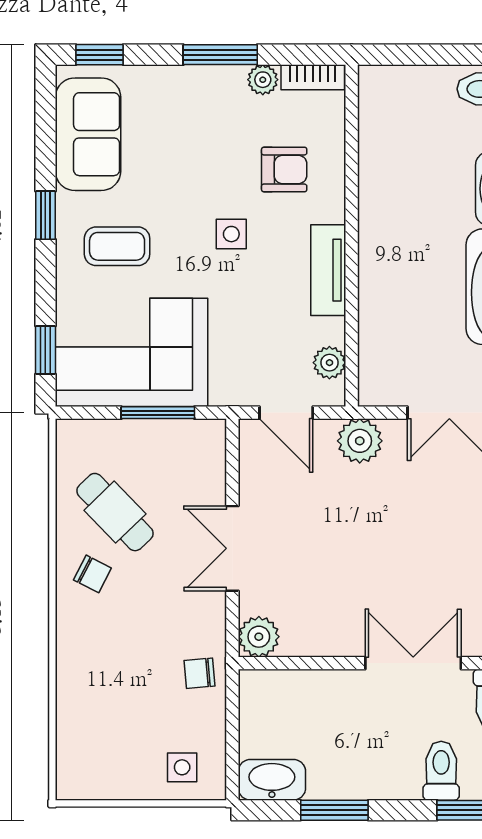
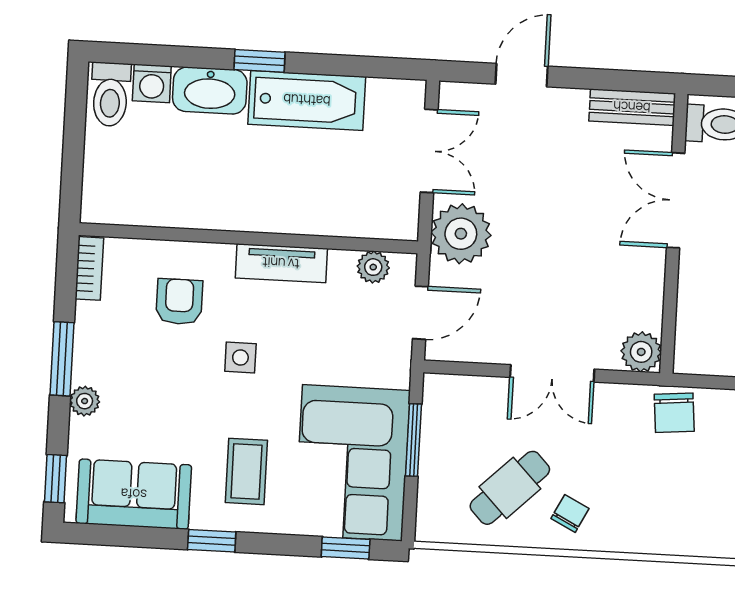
plant: (263, 80) -> (85, 401), moved
plant: (360, 441) -> (461, 234), width x1.36, depth x1.36
chair: (200, 673) -> (674, 413), width x1.37, depth x1.37

